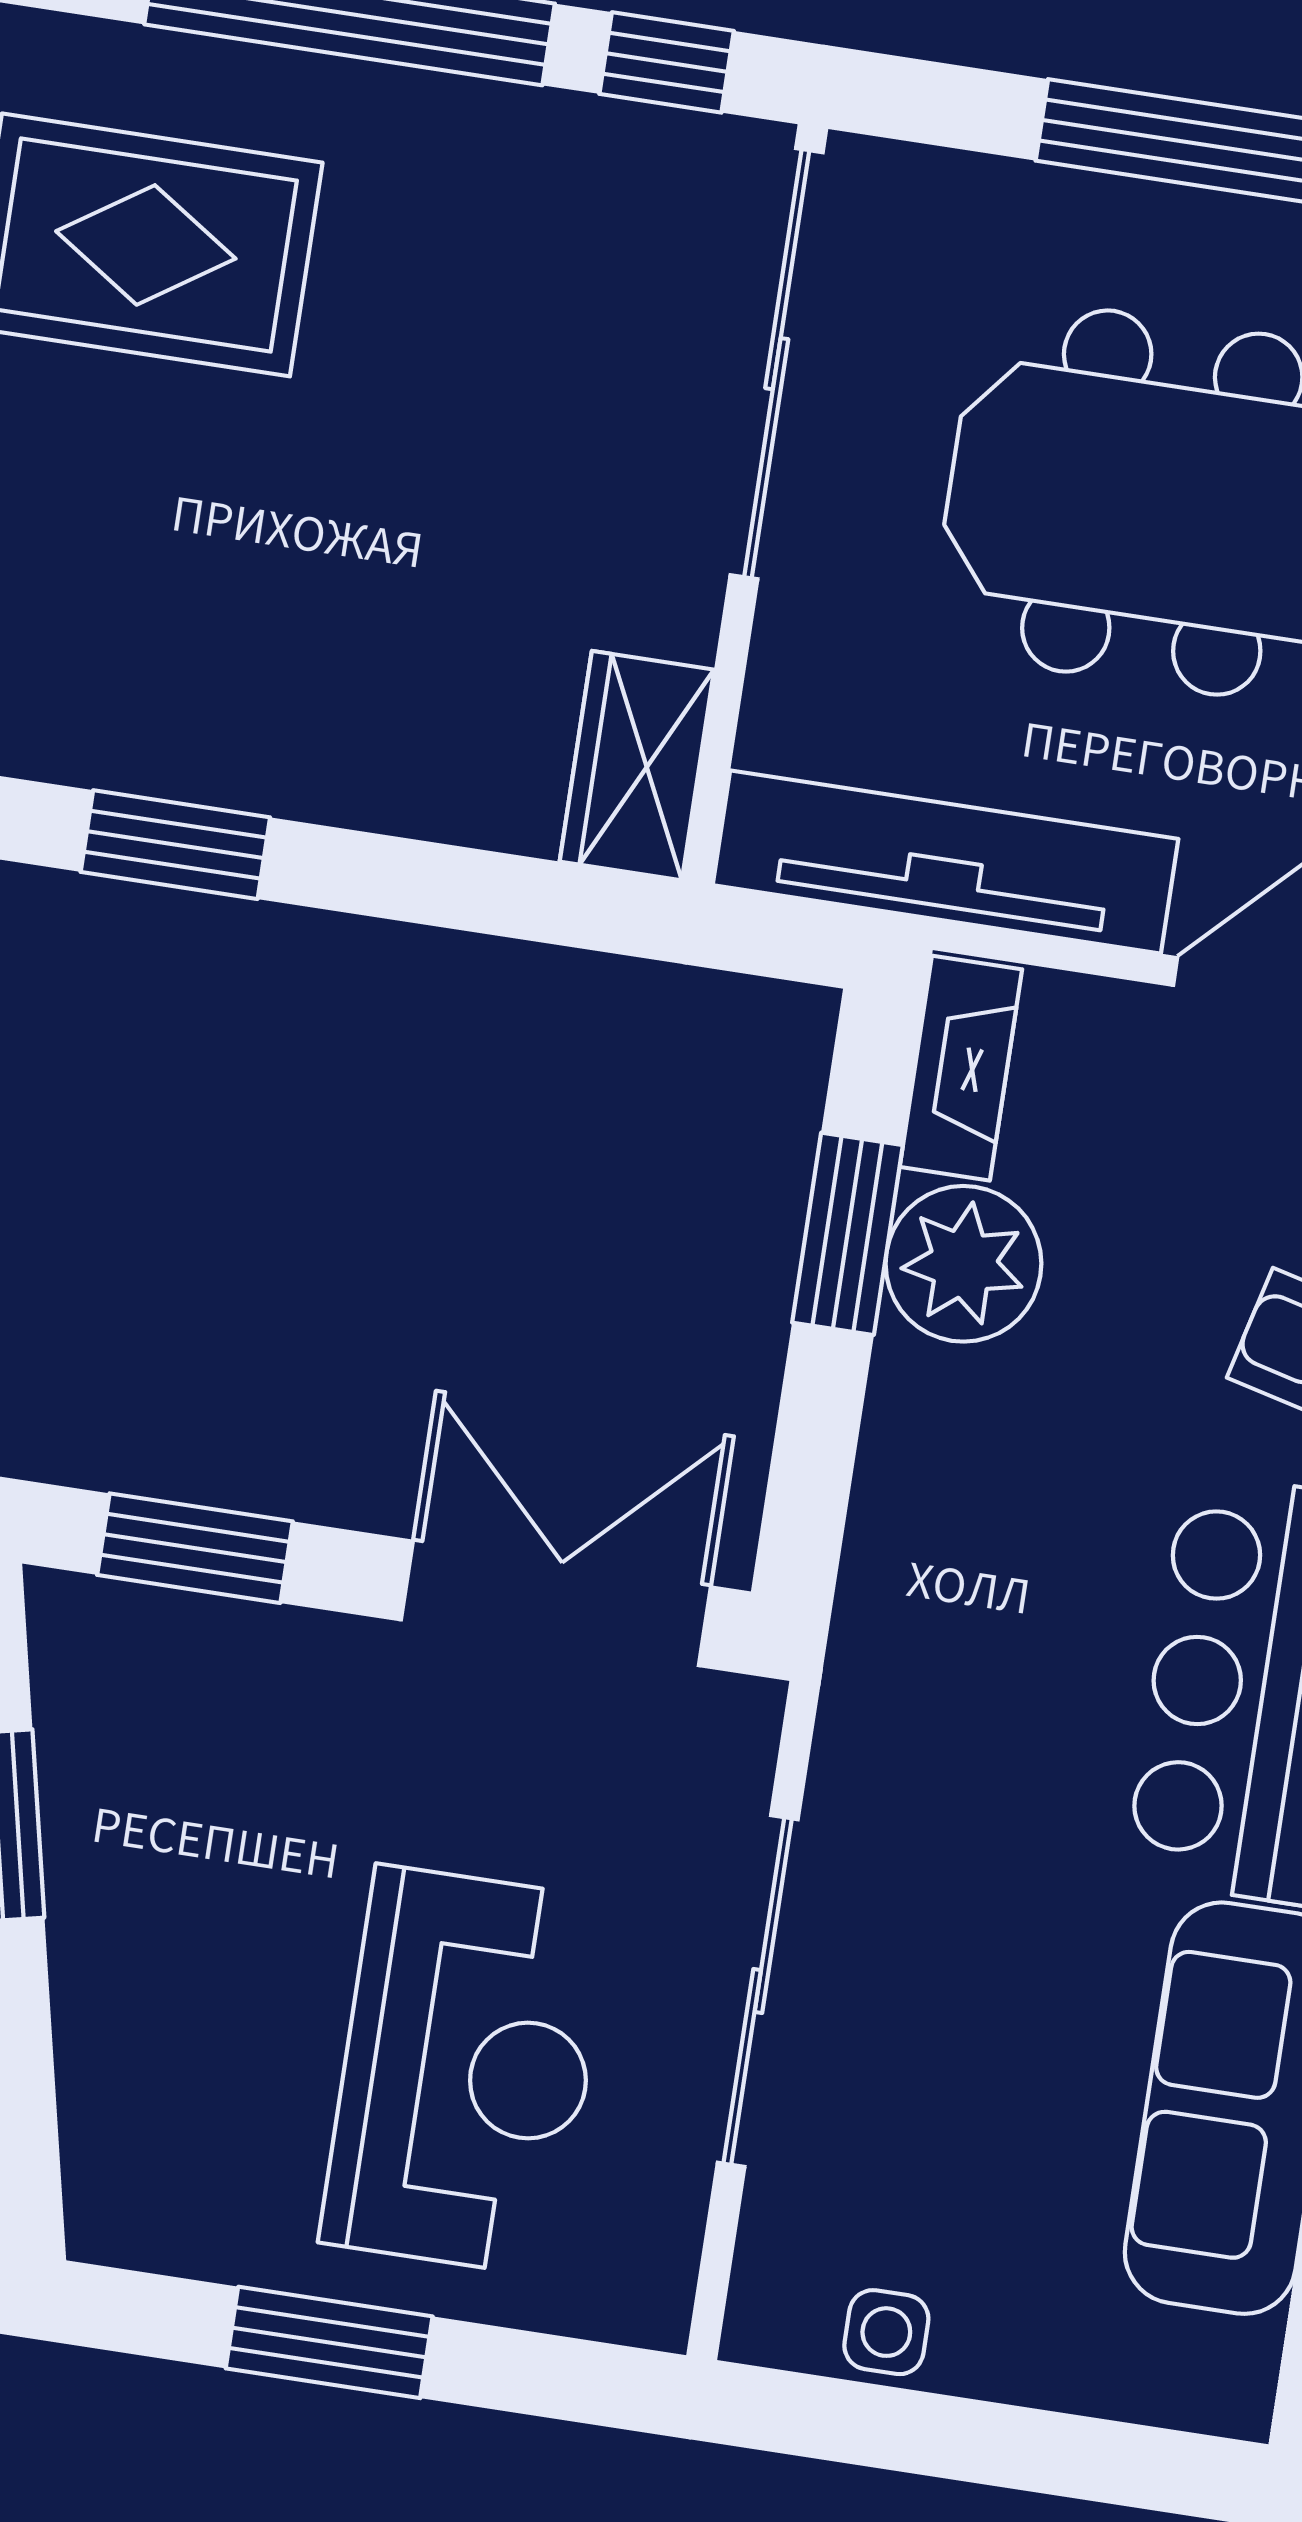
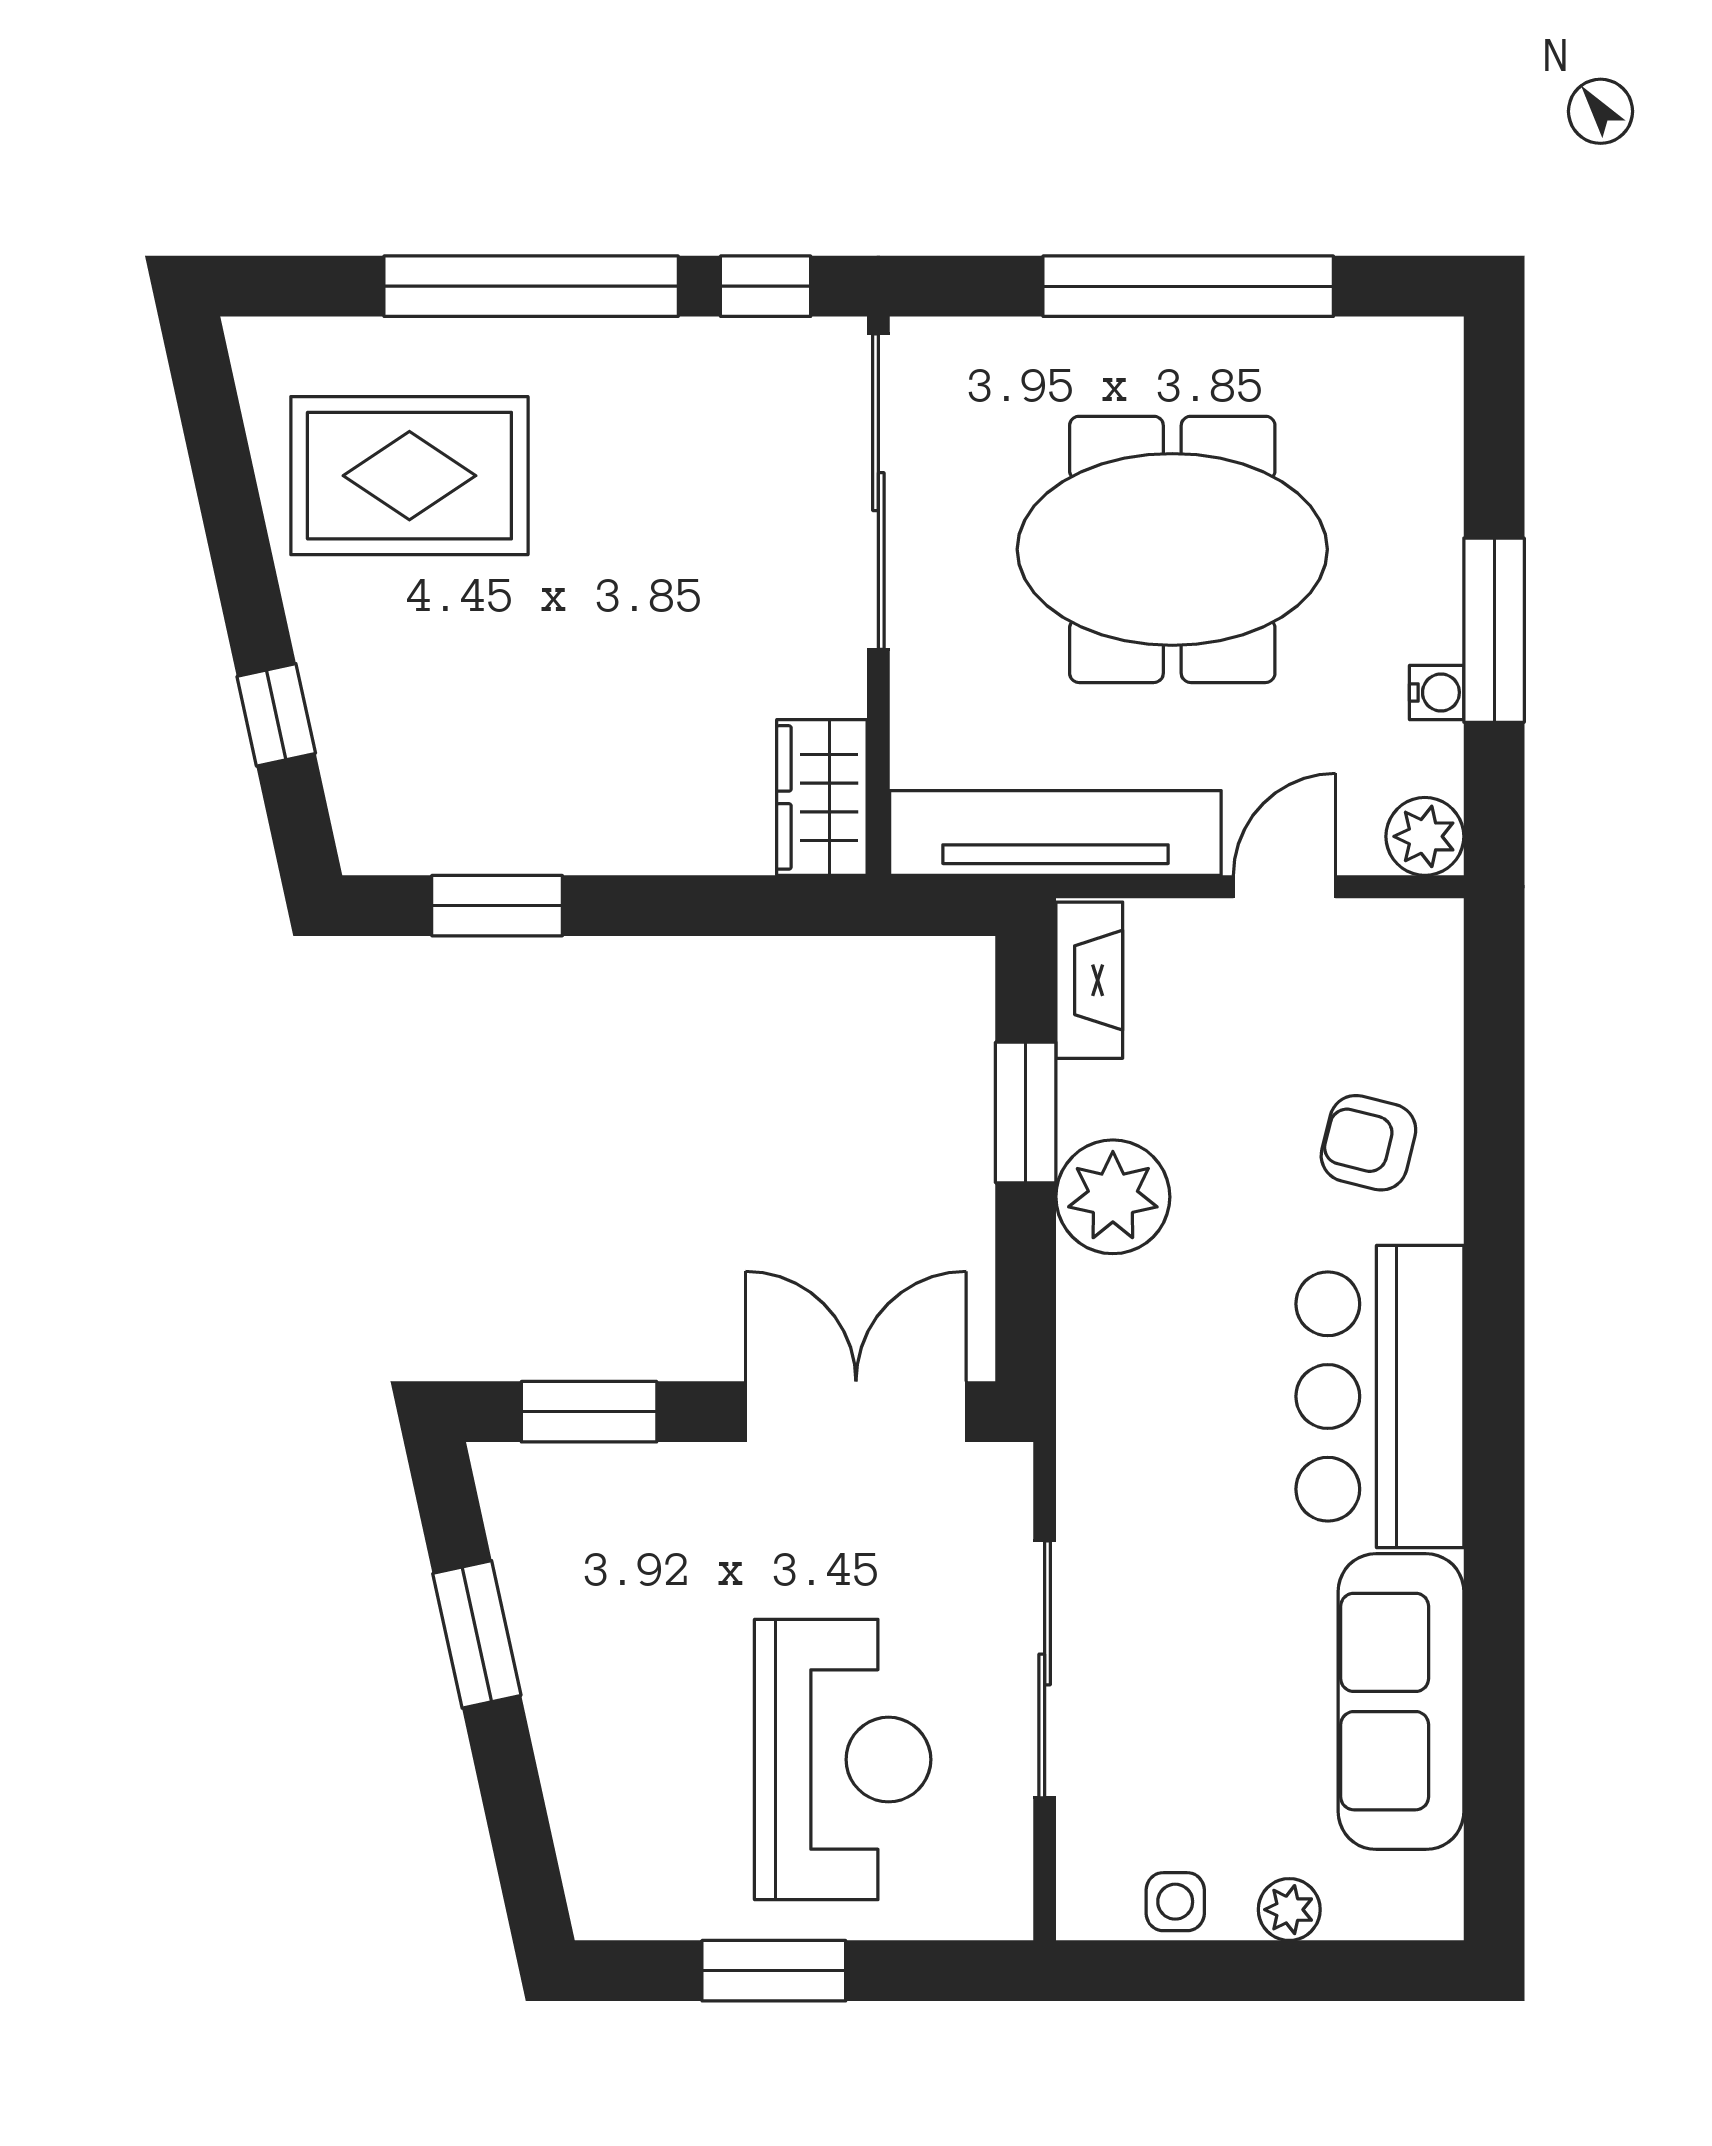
plant: (963, 1264) -> (1113, 1197), moved
plant: (1039, 2366) -> (1289, 1910), added

